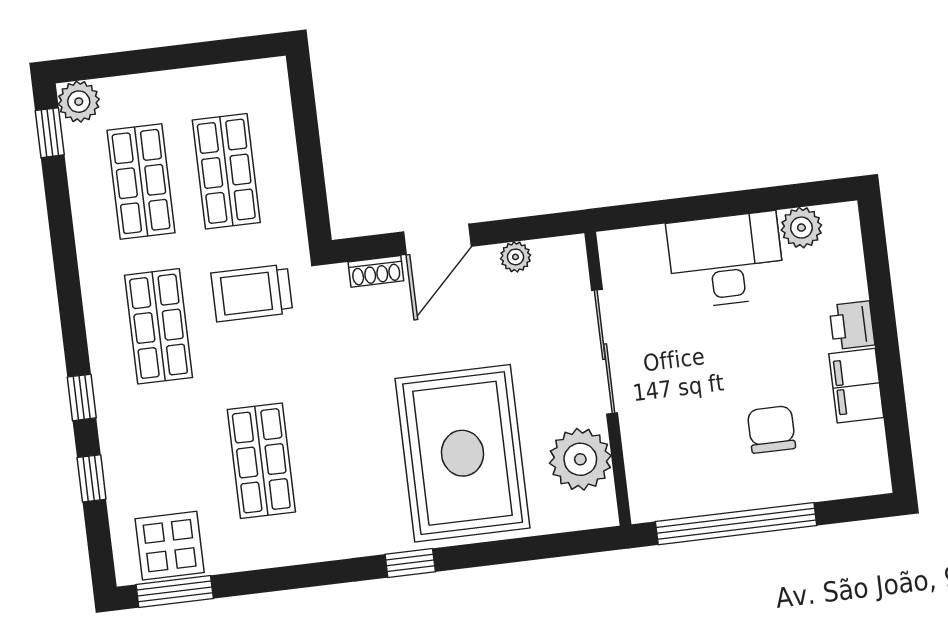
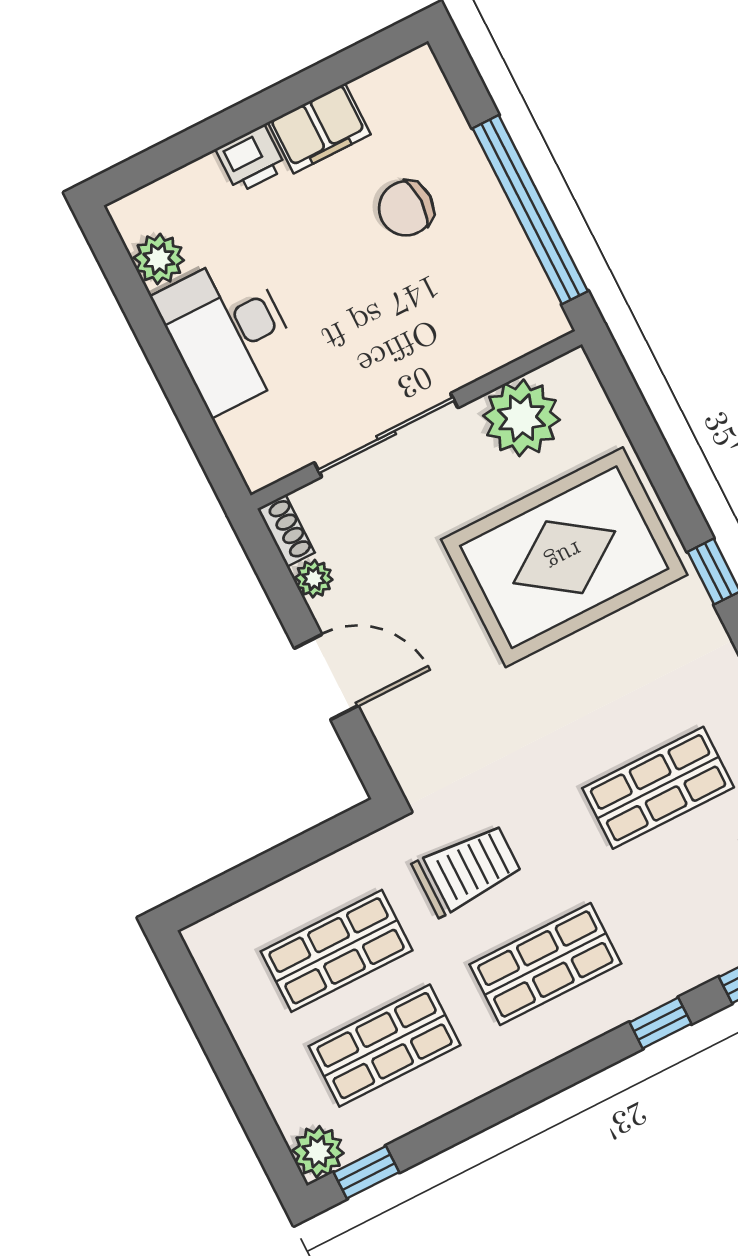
shoe rack: (376, 271) -> (286, 531), moved
trolley: (252, 293) -> (467, 870), turned -90

